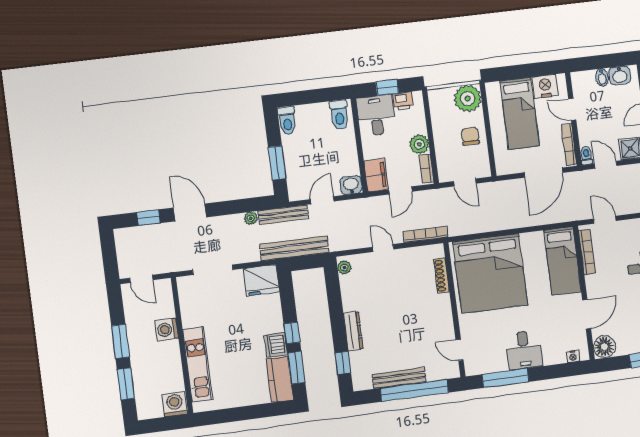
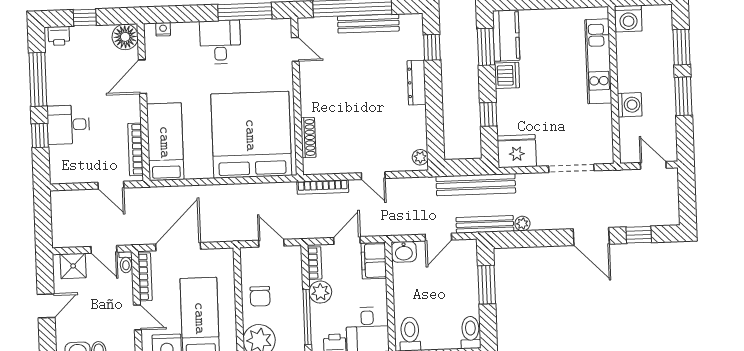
window: (429, 122) -> (307, 317), added
window: (292, 333) -> (488, 114), moved

